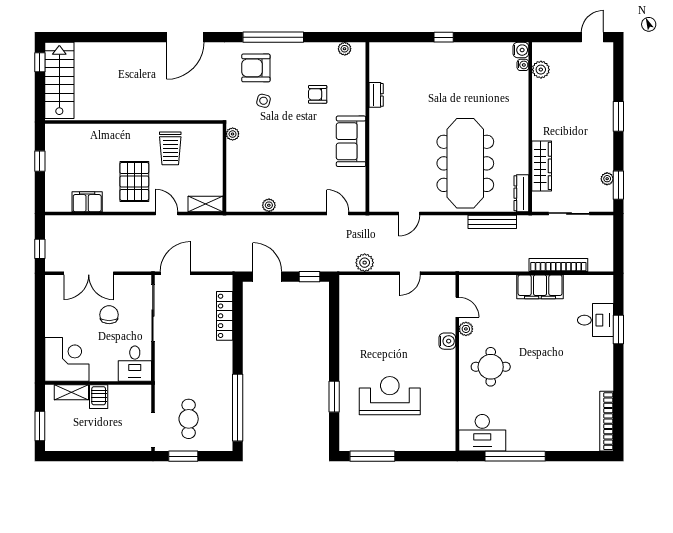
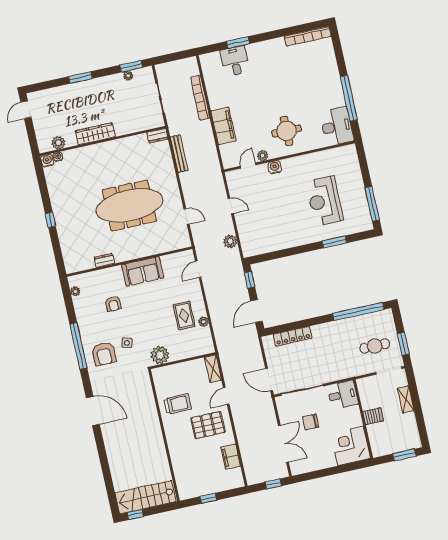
door: (592, 37) -> (26, 110), hinge flipped
plant: (233, 134) -> (160, 355), width x1.88, depth x1.88
meeting table: (465, 163) -> (129, 205), moved
wardrobe: (542, 166) -> (95, 134), moved
rug: (282, 182) -> (184, 315), added
dresser: (521, 193) -> (157, 136), width x0.70
filing cabinet: (540, 287) -> (223, 126), moved
shelving: (71, 392) -> (406, 399), moved

